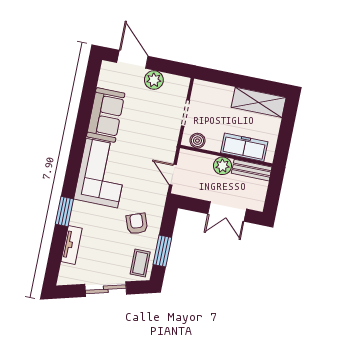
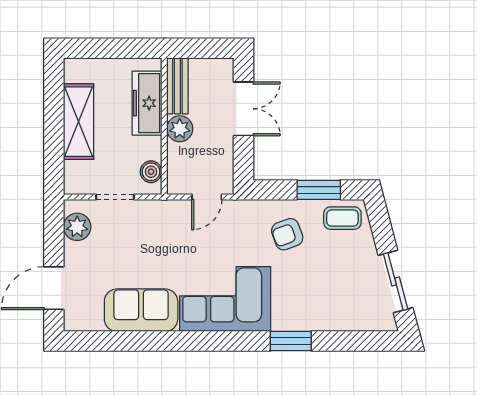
plant: (154, 80) -> (77, 227), moved
shelving: (259, 102) -> (79, 122), moved
tv unit: (72, 245) -> (337, 321), removed
sliding door: (106, 289) -> (396, 281), moved

